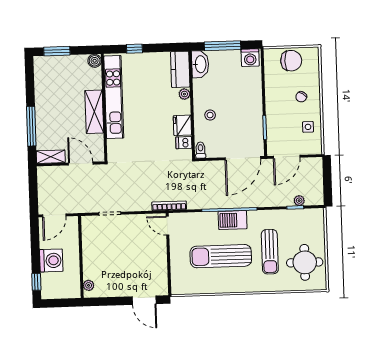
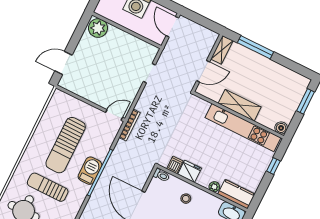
sun lounger: (221, 256) -> (66, 145), turned 180
plant: (89, 285) -> (98, 28), width x1.87, depth x1.87

